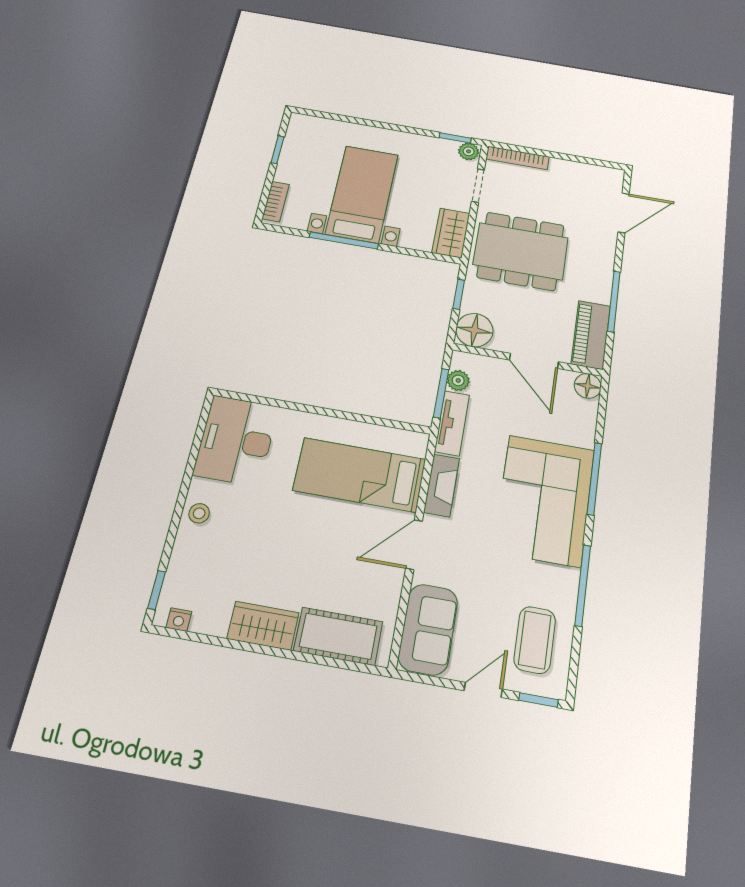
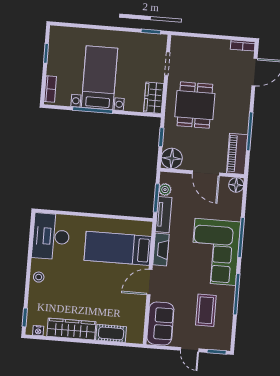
plant: (469, 151) -> (160, 40), removed
bookcase: (518, 158) -> (243, 45), moved, width x0.64
dining table: (521, 251) -> (195, 105), width x0.73
wardrobe: (263, 626) -> (71, 329), width x1.50
cot: (338, 636) -> (111, 333), width x0.73, depth x0.75
coffee table: (535, 640) -> (206, 310), moved
door: (483, 690) -> (190, 350), swing flipped

